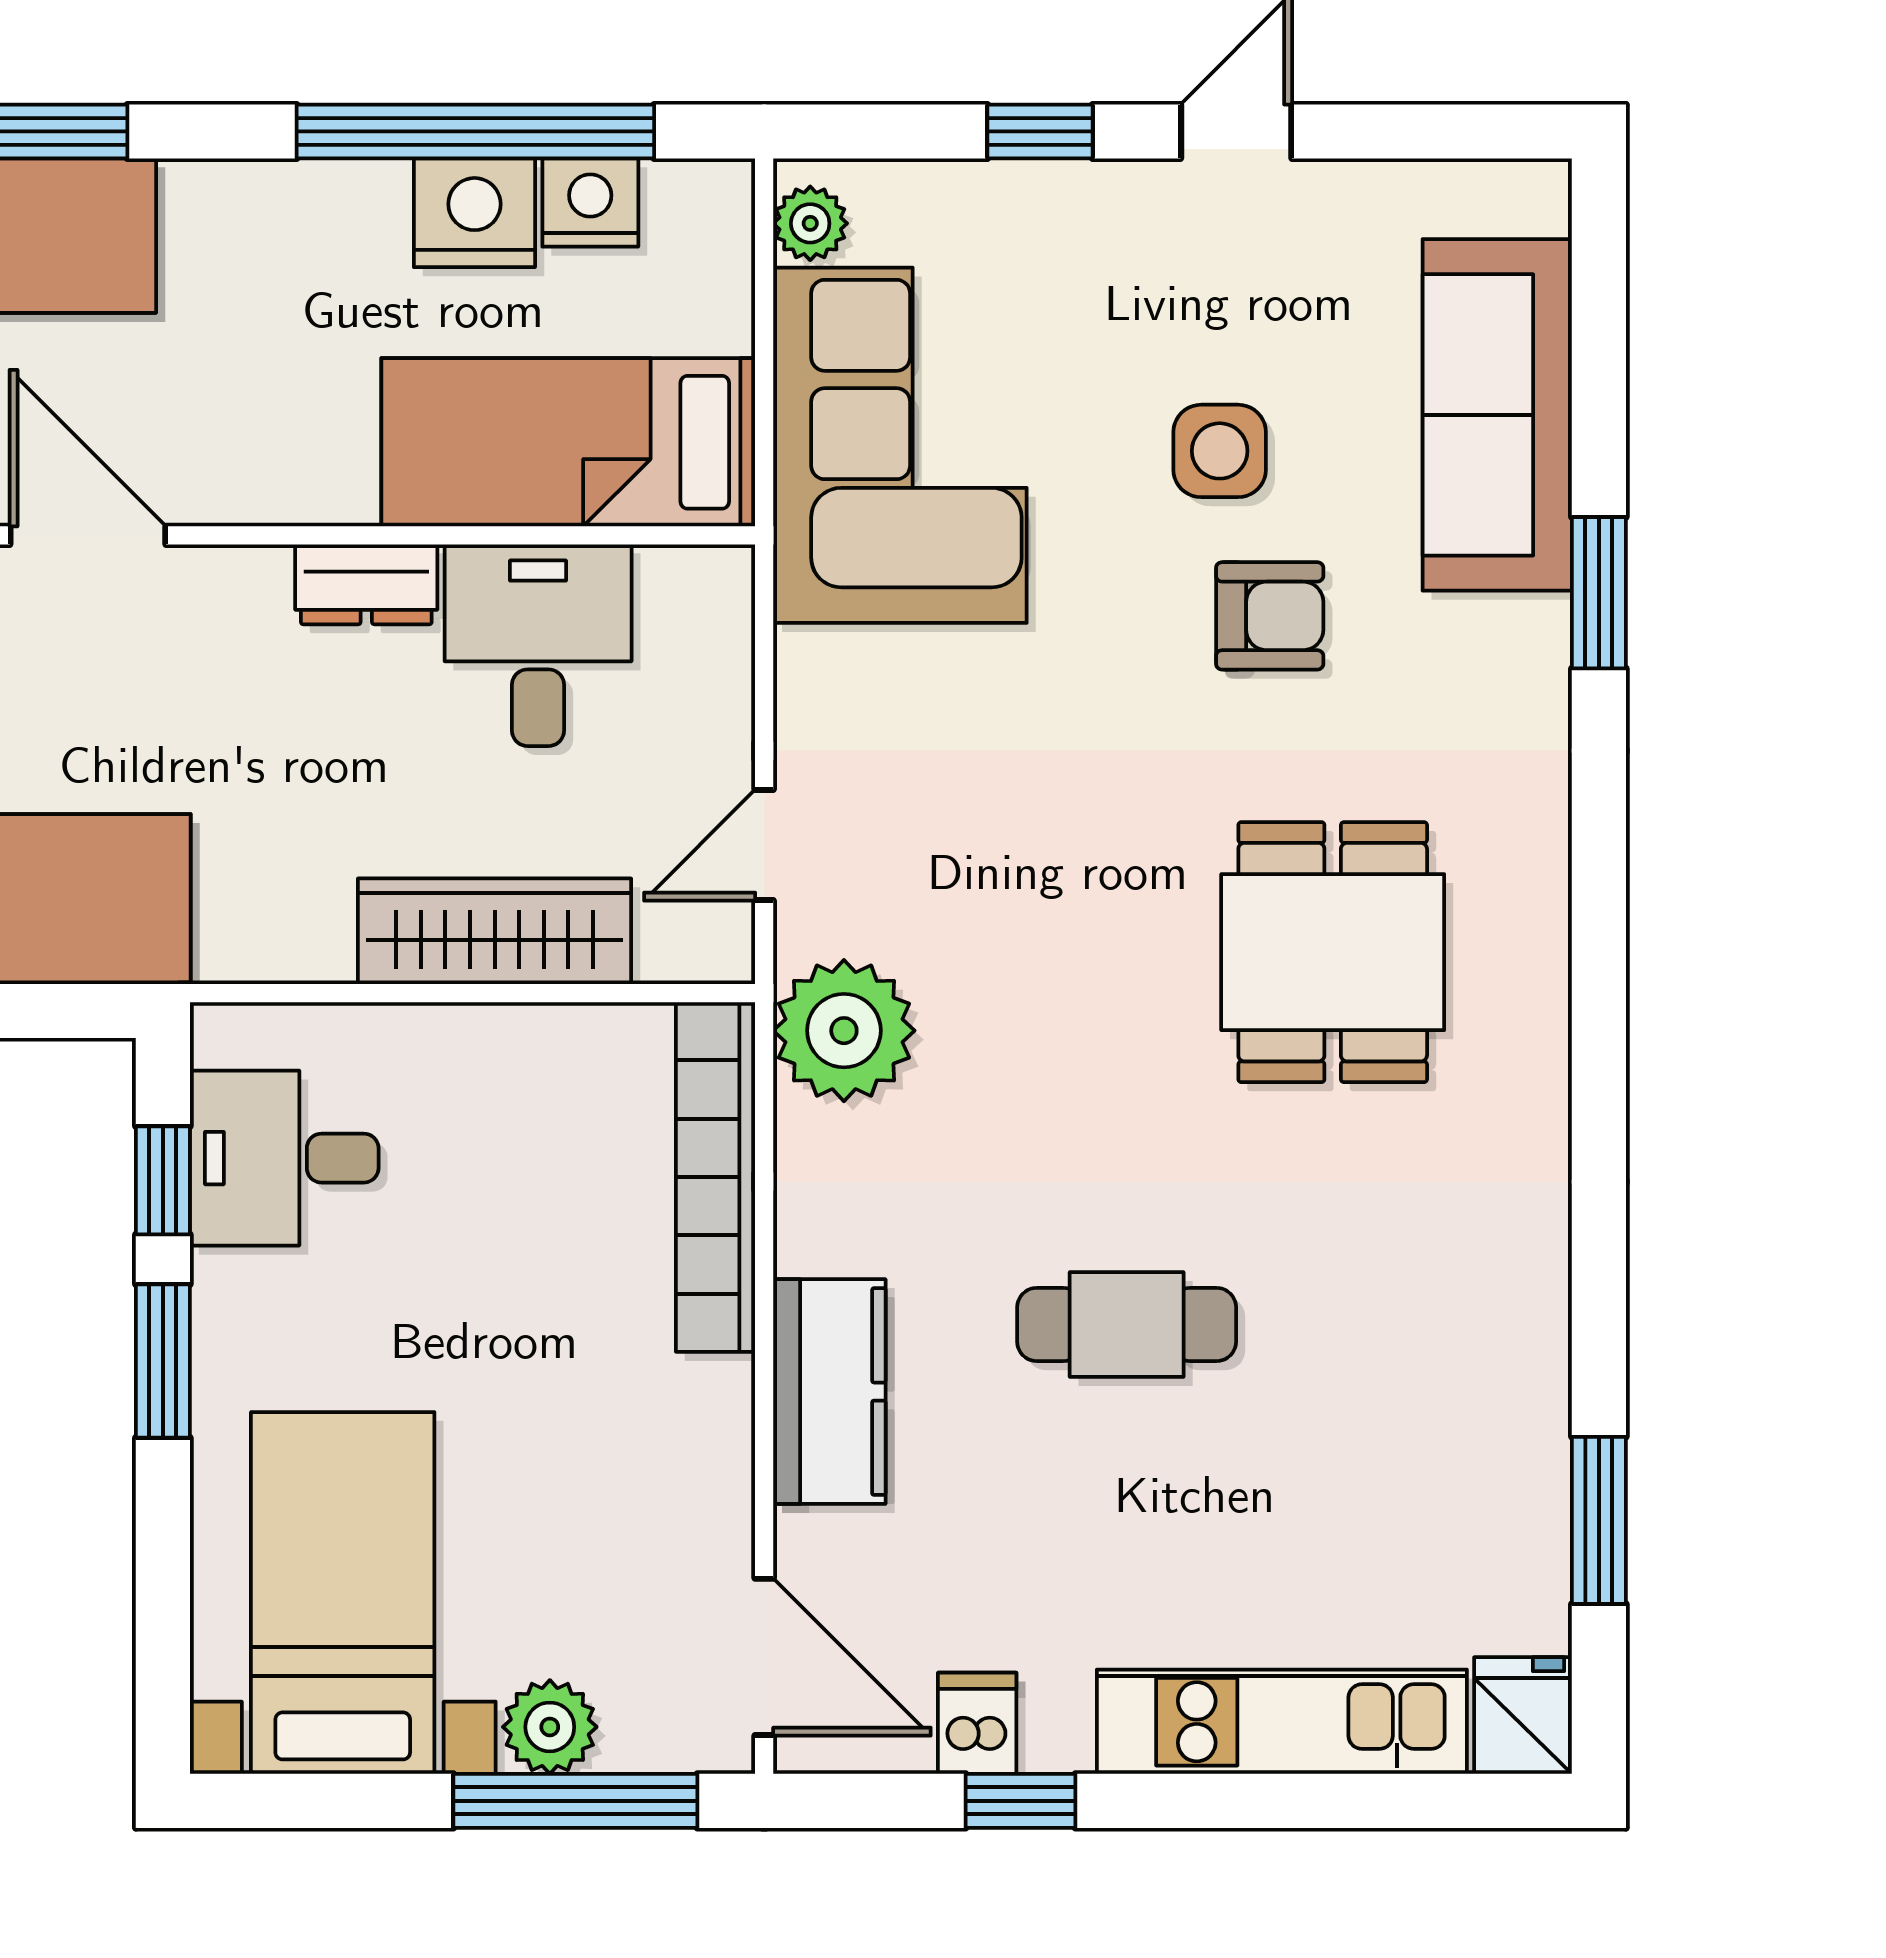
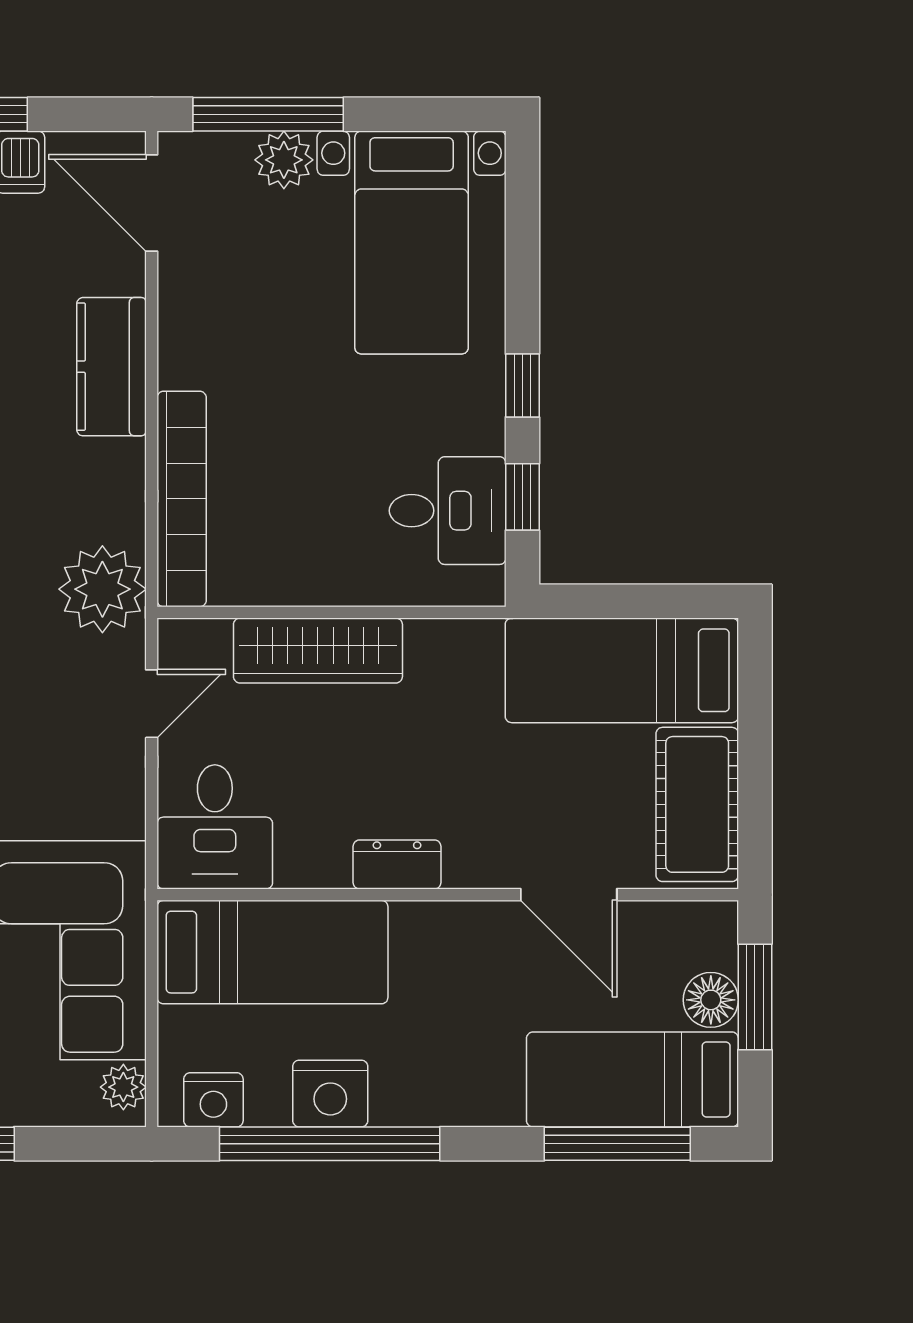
nightstand: (590, 203) -> (213, 1100), moved
desk: (538, 645) -> (215, 827), moved
window: (163, 1361) -> (522, 385), width x0.67

